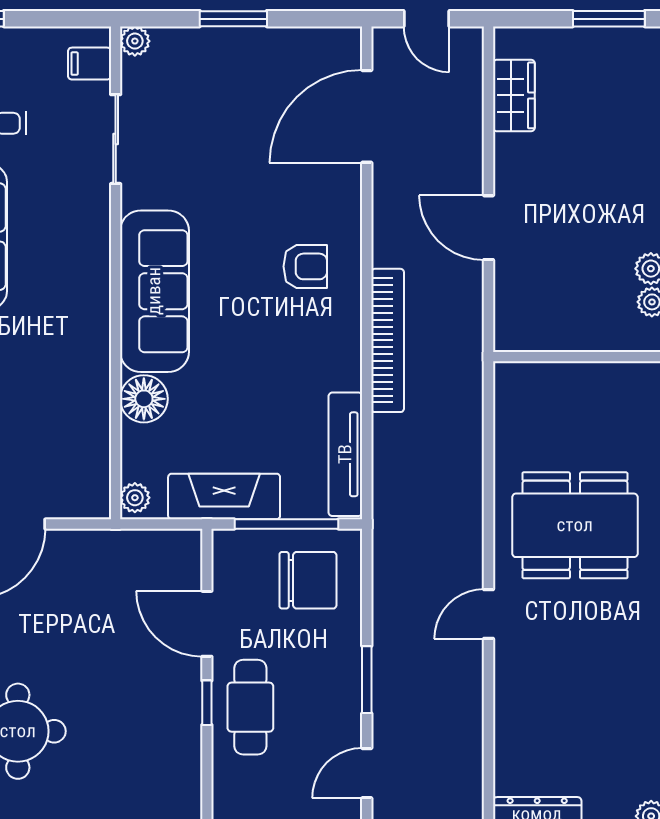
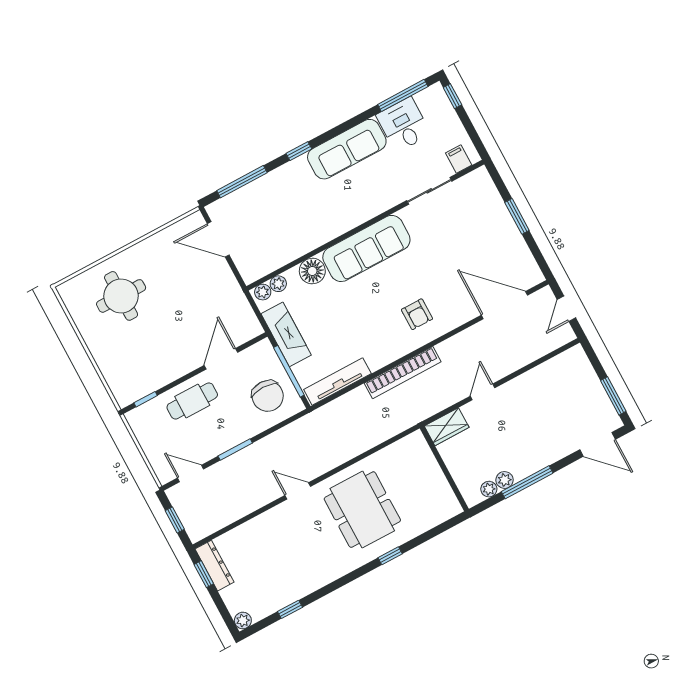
plant: (135, 41) -> (278, 284), moved
wardrobe: (514, 95) -> (447, 427), moved
door: (488, 228) -> (482, 392), width x0.73
window: (207, 703) -> (146, 399), moved

